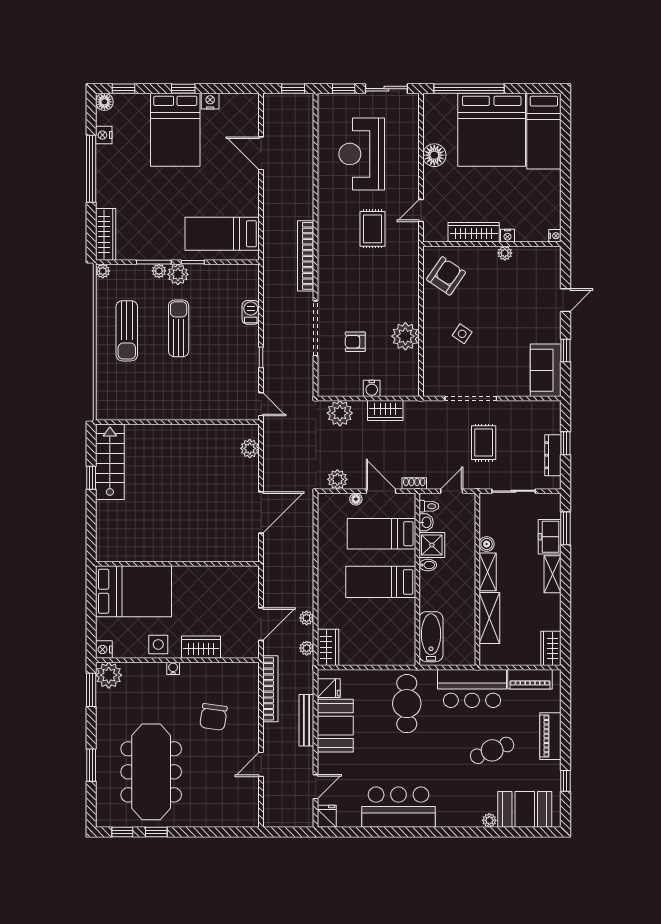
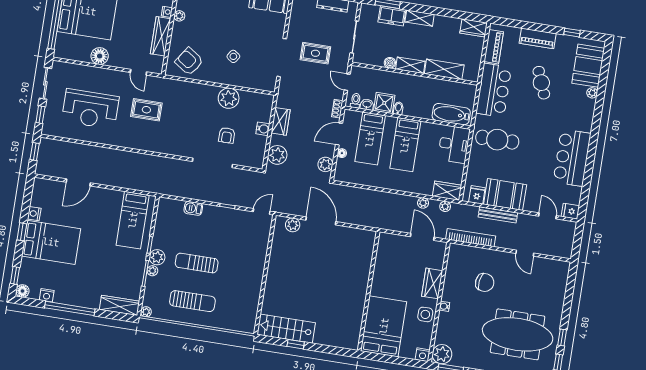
bookcase: (306, 256) -> (158, 162), removed
door: (261, 512) -> (321, 221), moved
desk: (391, 647) -> (454, 144), added

